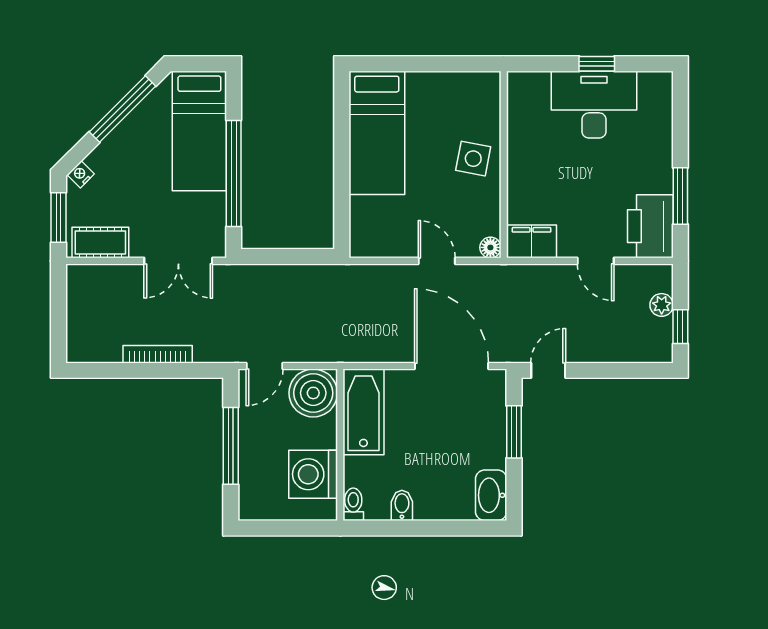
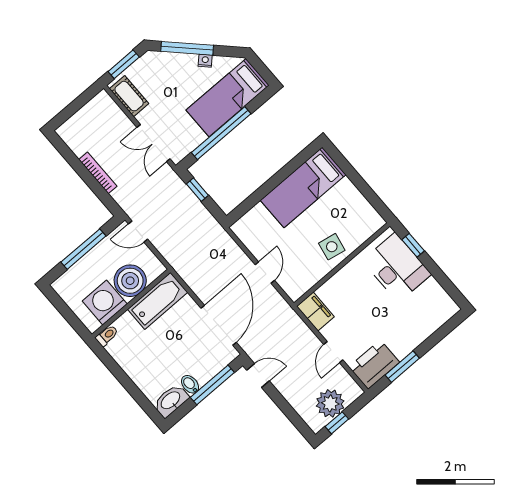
window: (597, 64) -> (413, 245), moved
desk: (594, 105) -> (397, 268), moved
window: (122, 109) -> (187, 48), moved
nightstand: (81, 174) -> (205, 61), moved
floor lamp: (490, 247) -> (295, 294), removed
window: (275, 256) -> (197, 190), added
plant: (662, 305) -> (330, 403), width x1.88, depth x1.88
boiler: (313, 393) -> (130, 281), moved
window: (514, 432) -> (212, 385), width x1.44
bidet: (402, 505) -> (190, 384), moved, turned -90

